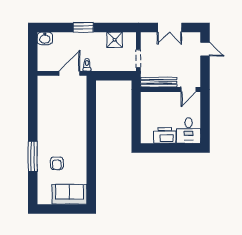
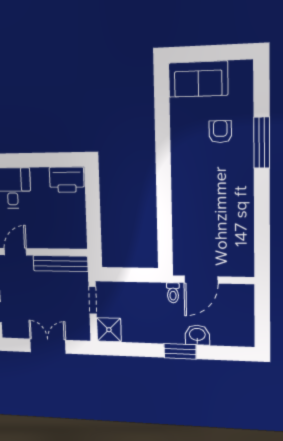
washbasin: (45, 38) -> (197, 335), moved
shower: (115, 40) -> (109, 330), moved
printer: (165, 136) -> (67, 180), moved

